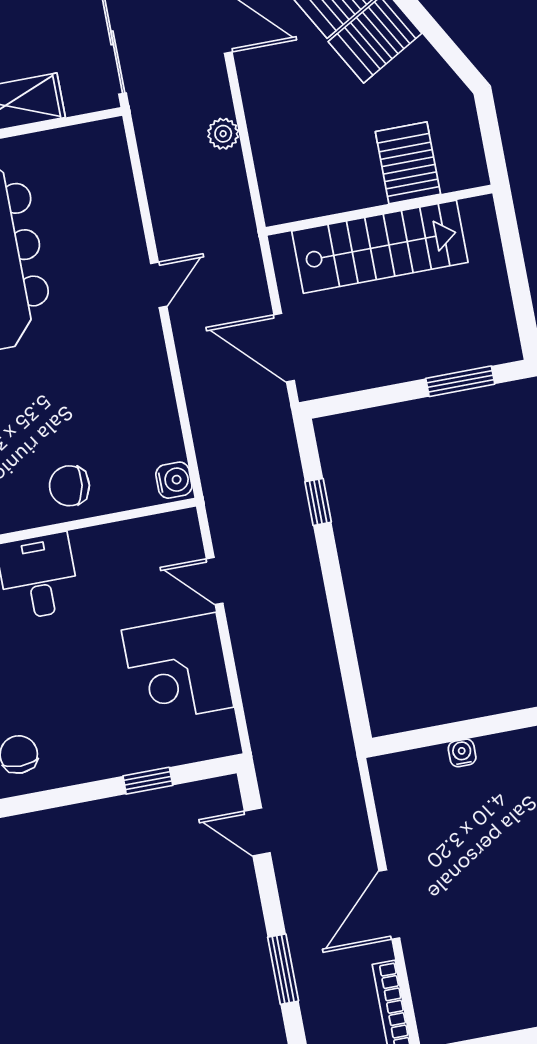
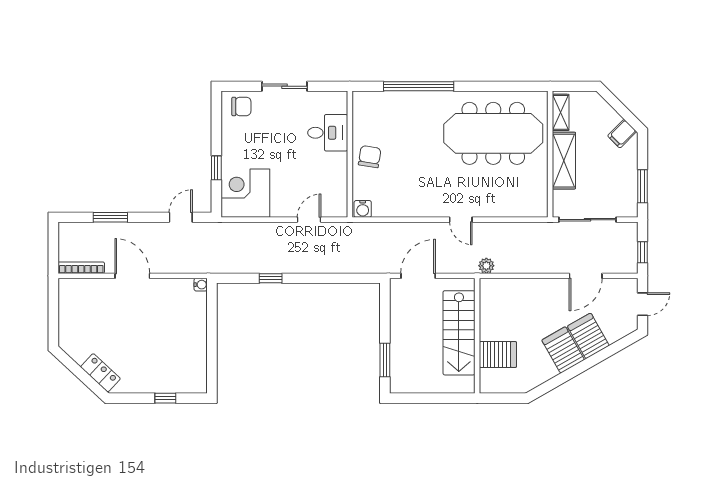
plant: (223, 134) -> (486, 266), moved
window: (318, 502) -> (271, 278), moved
corner desk: (178, 669) -> (245, 193), moved
water cooler: (462, 753) -> (201, 285), moved

